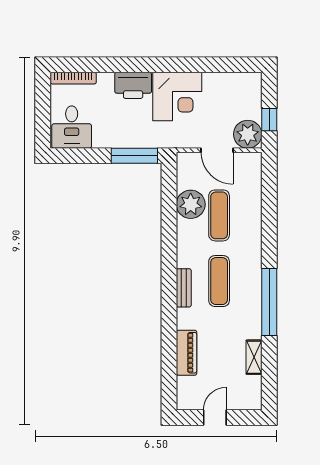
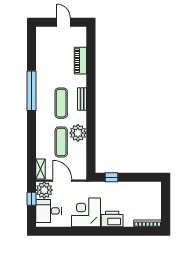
desk: (72, 127) -> (48, 211), moved, turned -90
window: (134, 156) -> (111, 177), width x0.46
plant: (191, 204) -> (78, 133), moved
shelving: (254, 357) -> (40, 169), moved
door: (215, 417) -> (64, 22), swing flipped

